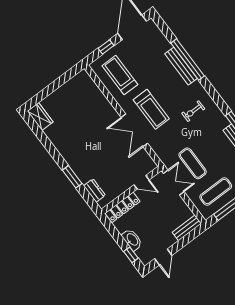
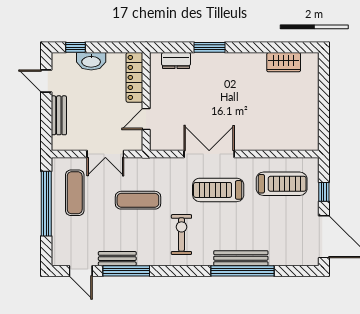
exercise bike: (193, 111) -> (181, 235), width x1.38, depth x1.39
wardrobe: (40, 117) -> (284, 62), moved
exercise mat: (193, 163) -> (138, 200), moved
double door: (174, 183) -> (105, 154), moved
bench: (187, 228) -> (59, 115), moved

